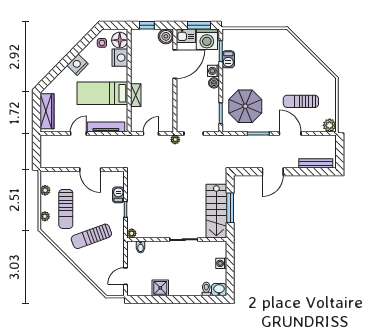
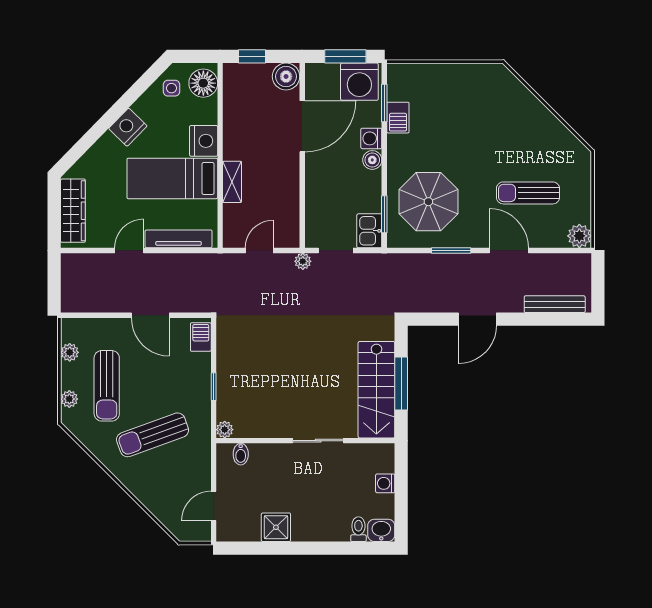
kitchen sink: (186, 36) -> (369, 231), moved, turned 90
nightstand: (120, 58) -> (204, 141), moved
barbecue: (118, 195) -> (201, 337), moved

